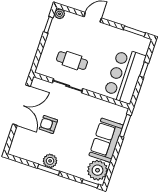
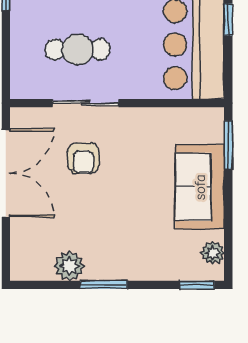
armchair: (48, 124) -> (83, 158), moved, turned -90
plant: (50, 161) -> (69, 266), moved
plant: (97, 170) -> (213, 253), width x0.53, depth x0.53

